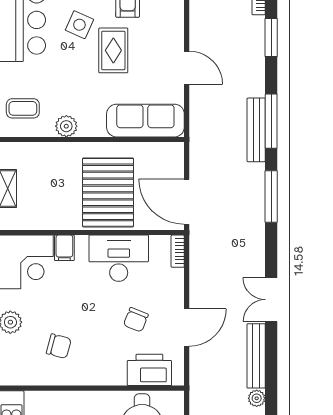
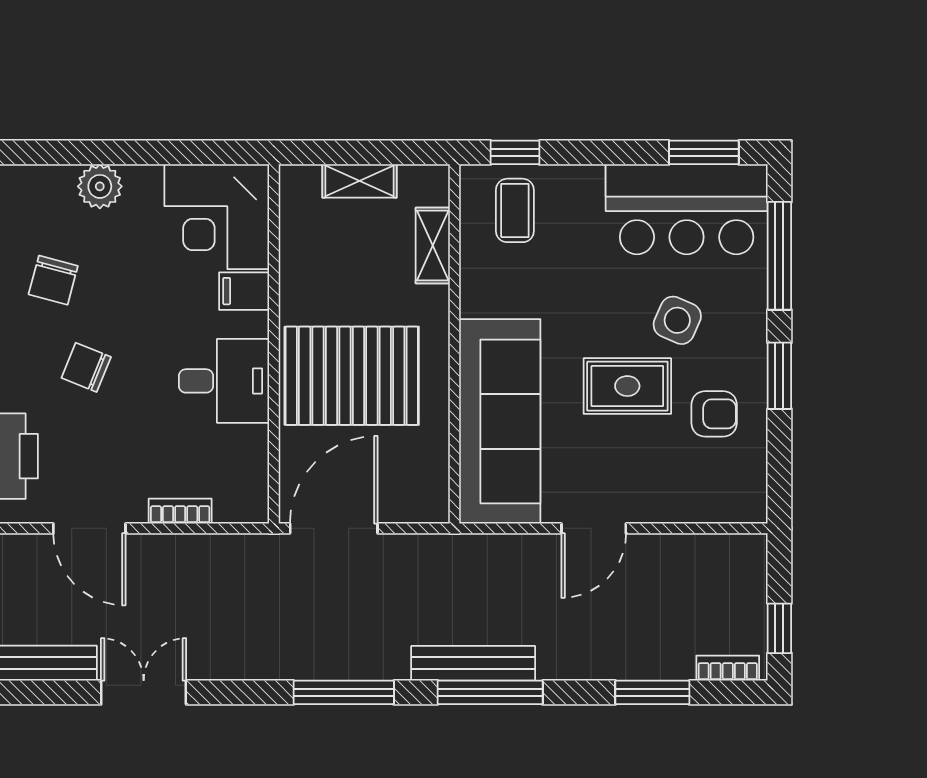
sofa: (145, 121) -> (500, 421), width x1.36, depth x1.27
plant: (66, 126) -> (480, 295), removed
shelving: (41, 151) -> (433, 245), added
bookcase: (178, 251) -> (180, 511), moved
desk: (119, 258) -> (224, 381), width x0.73
chair: (136, 320) -> (86, 367), moved

